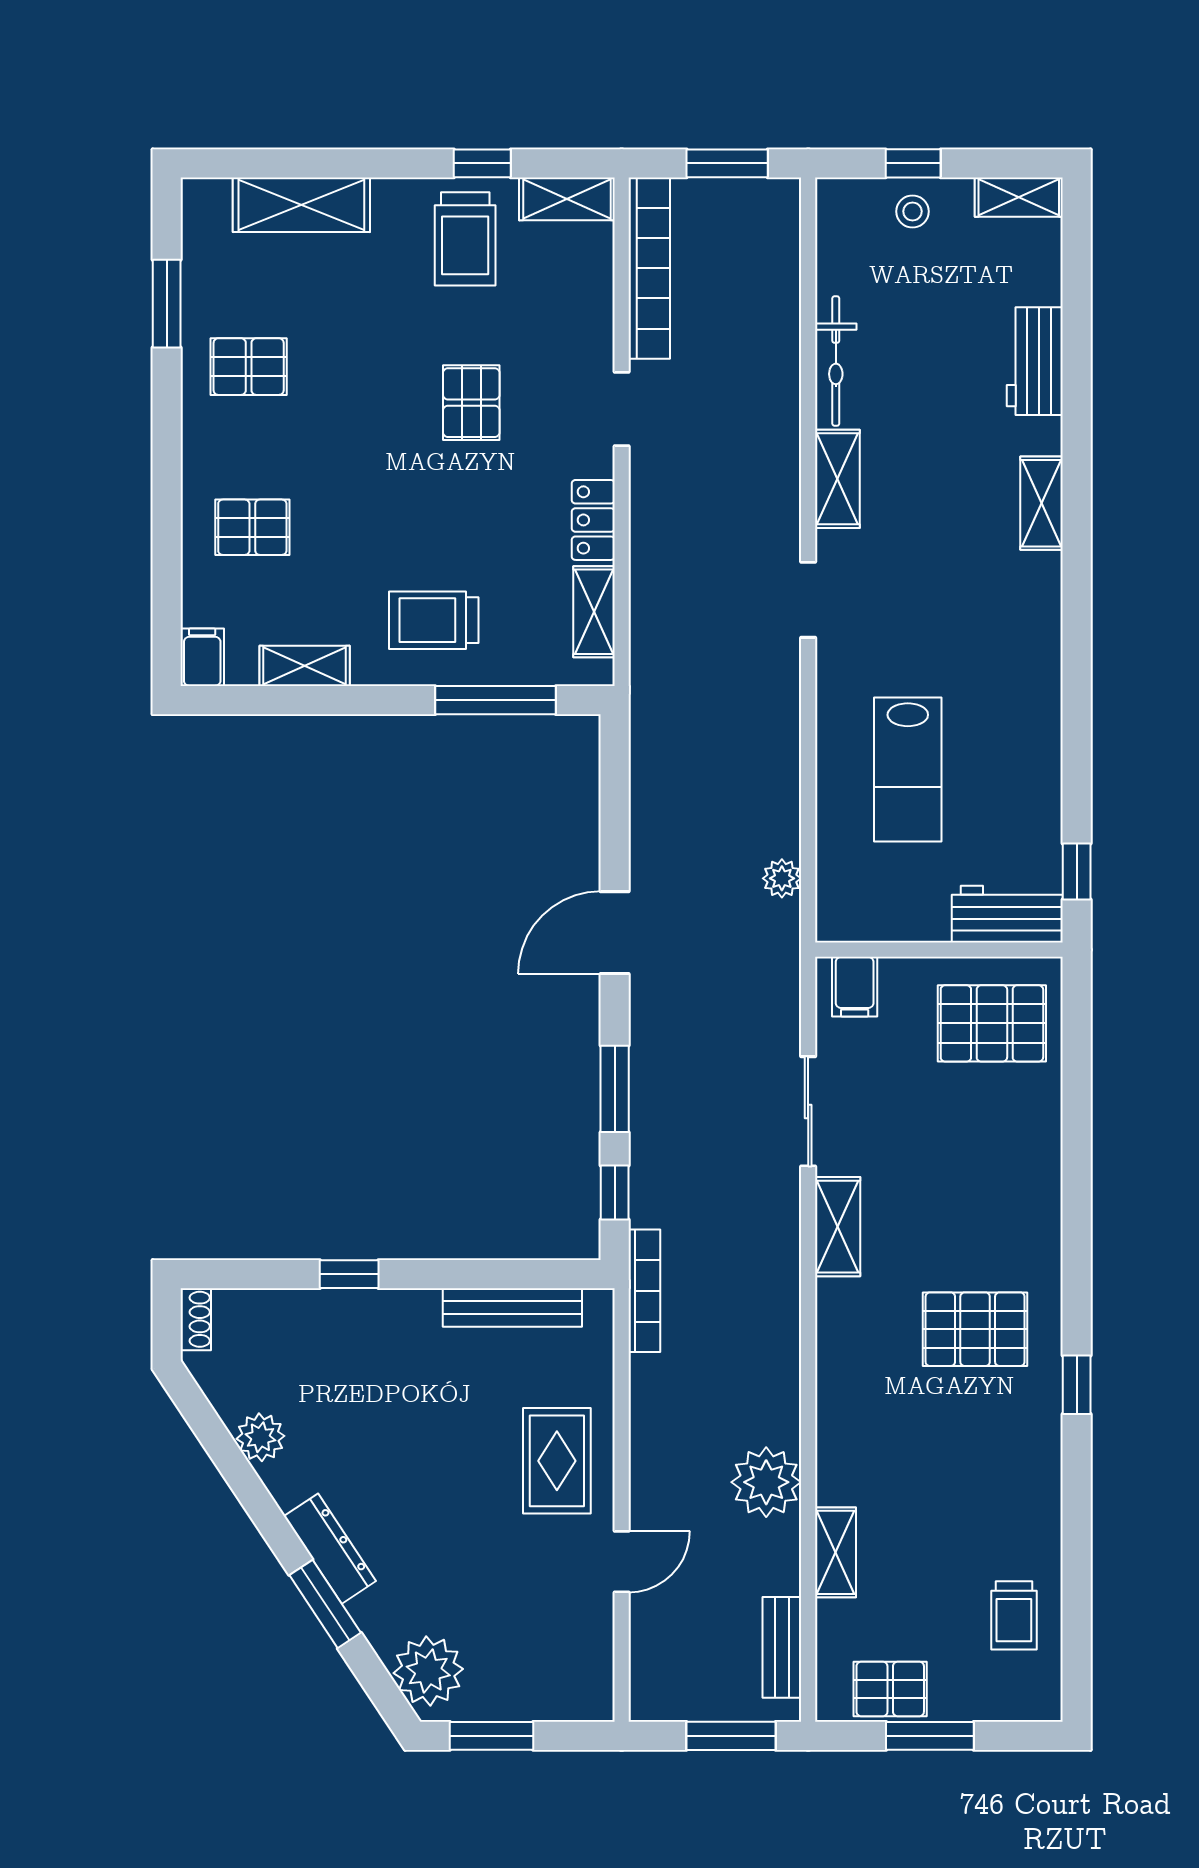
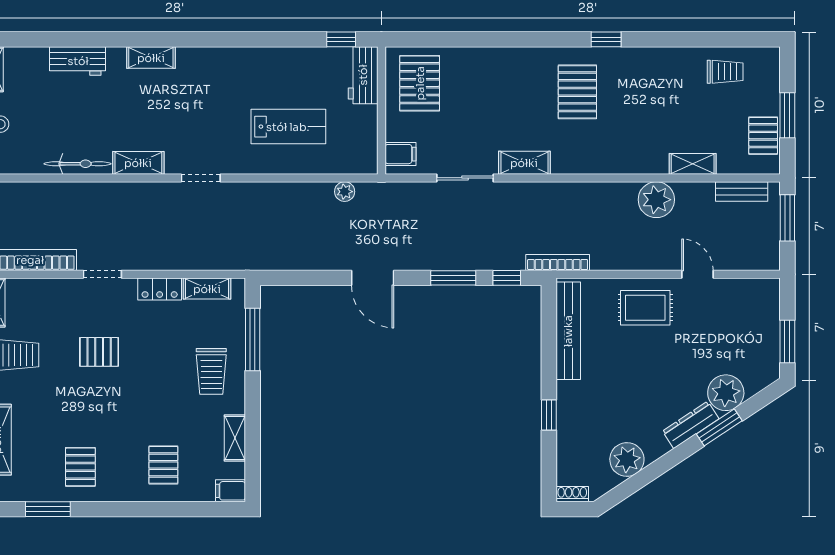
bench: (512, 1307) -> (568, 331), width x1.37, depth x1.21
plant: (260, 1437) -> (627, 460), width x1.36, depth x1.36
plant: (428, 1671) -> (726, 393), moved

